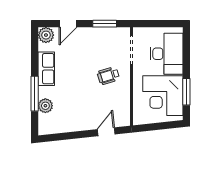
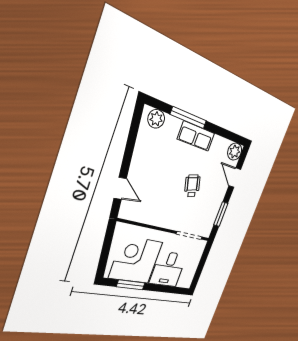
desk: (167, 54) -> (168, 269), width x0.73
row of seats: (46, 69) -> (196, 136), moved
wheelchair: (108, 76) -> (192, 186), moved
plant: (45, 106) -> (156, 119), moved

